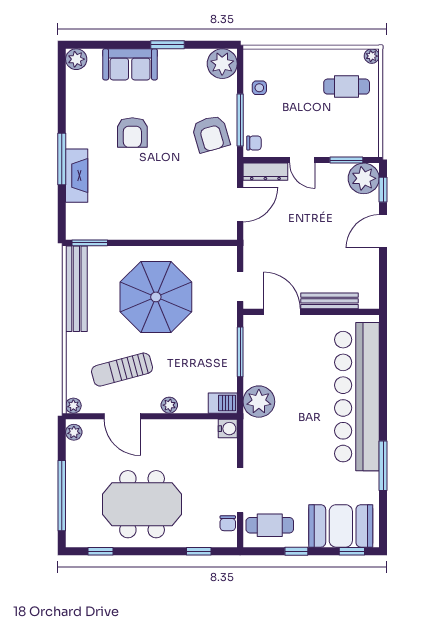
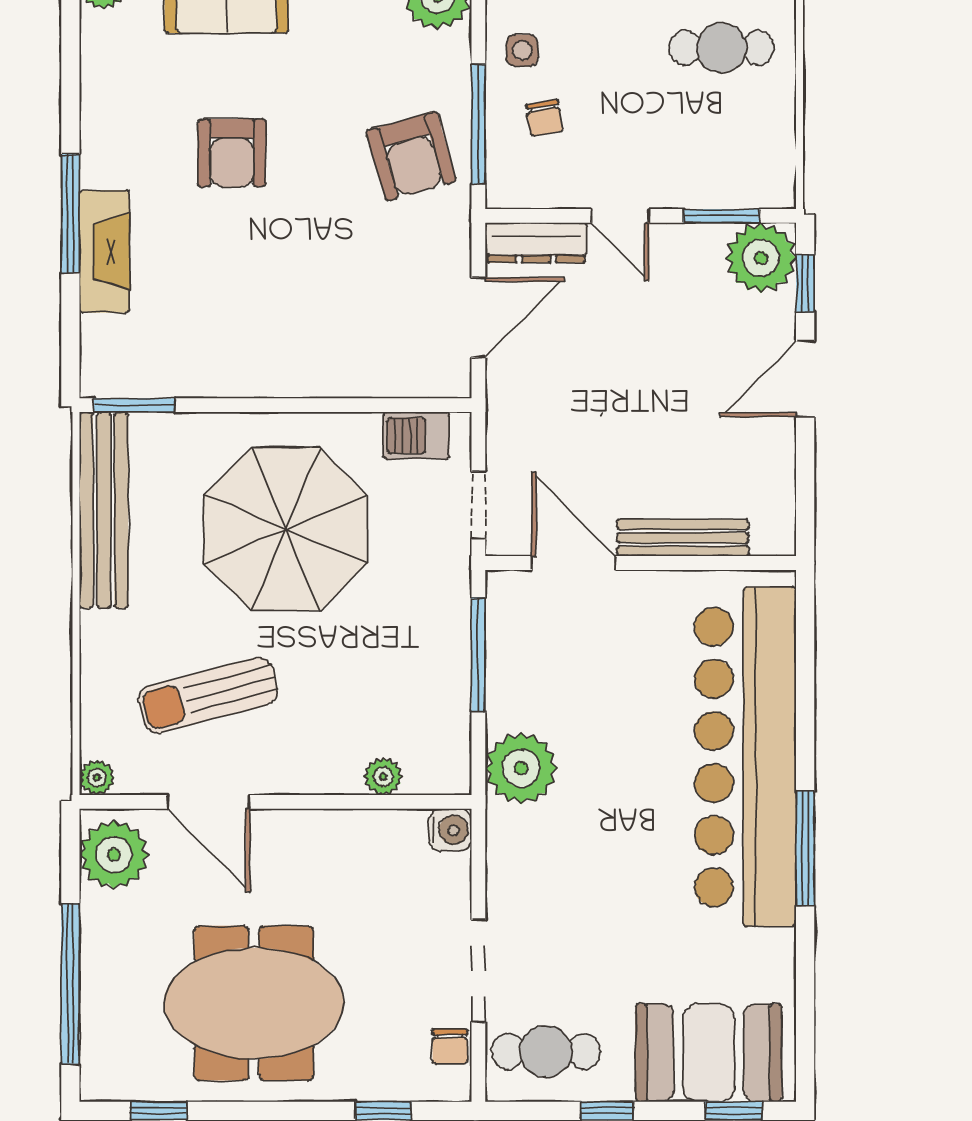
chair: (254, 143) -> (545, 118), moved, turned 81
barbecue: (223, 403) -> (416, 435), moved, turned 180
plant: (169, 405) -> (383, 777), moved
plant: (74, 432) -> (114, 855), width x1.88, depth x1.88
window: (383, 466) -> (805, 848), moved

